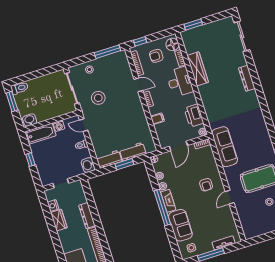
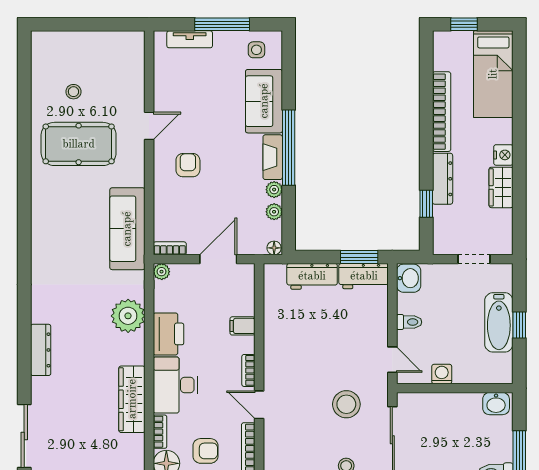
plant: (212, 107) -> (128, 316), added
printer: (194, 116) -> (168, 334), moved
bathtub: (40, 134) -> (499, 322), moved, turned -90
window: (124, 164) -> (359, 257), moved
window: (91, 202) -> (426, 204), added
nightstand: (53, 206) -> (503, 155), moved

